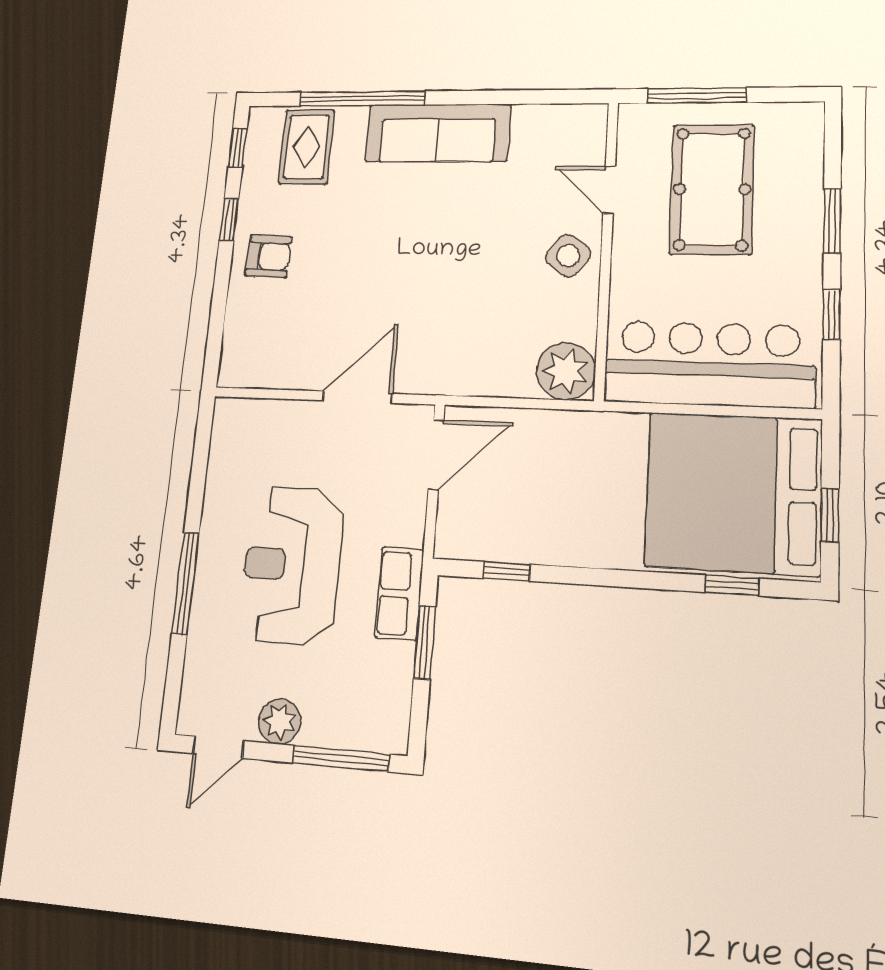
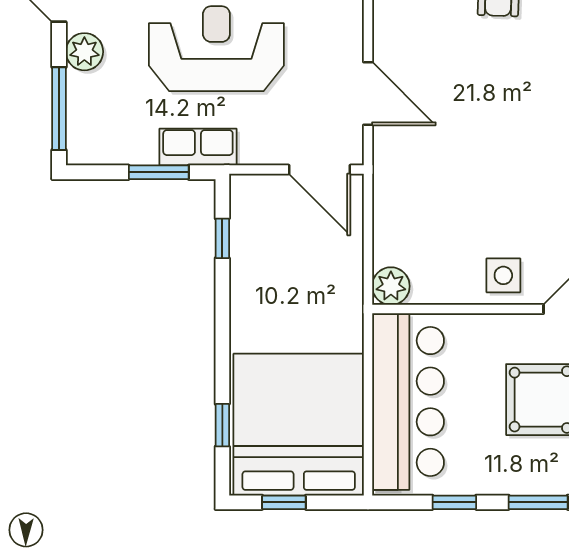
side table: (568, 256) -> (503, 275), turned -37
plant: (566, 371) -> (391, 286), width x0.73, depth x0.73

